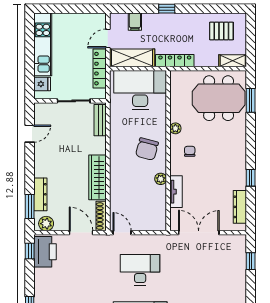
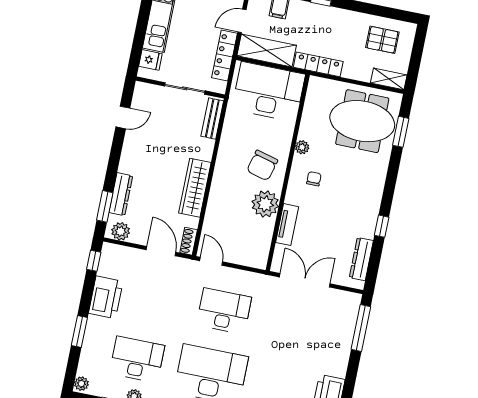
plant: (161, 179) -> (265, 204), width x1.87, depth x1.87
shoe rack: (101, 216) -> (189, 241), width x0.70
printer: (45, 252) -> (106, 297), moved
window: (251, 261) -> (361, 328), width x2.17

